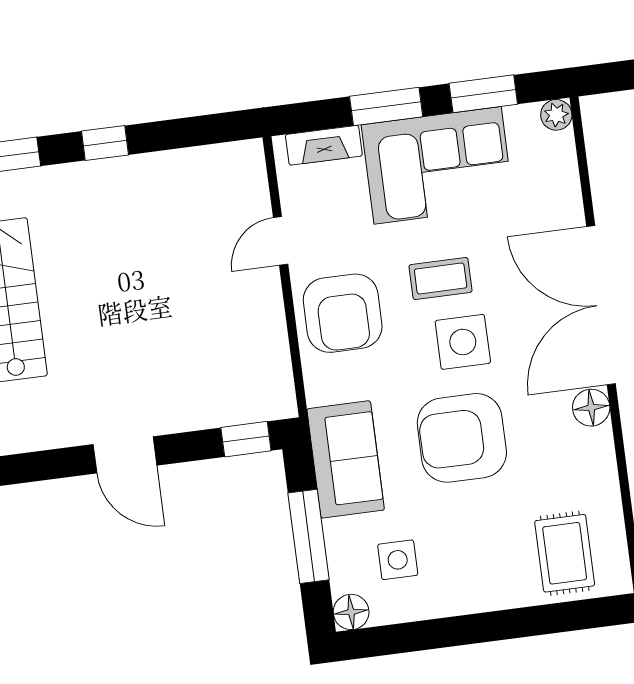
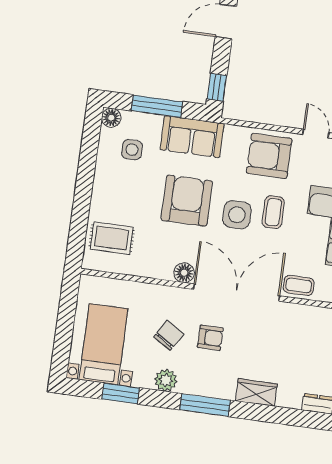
coffee table: (558, 198) -> (299, 285), added

